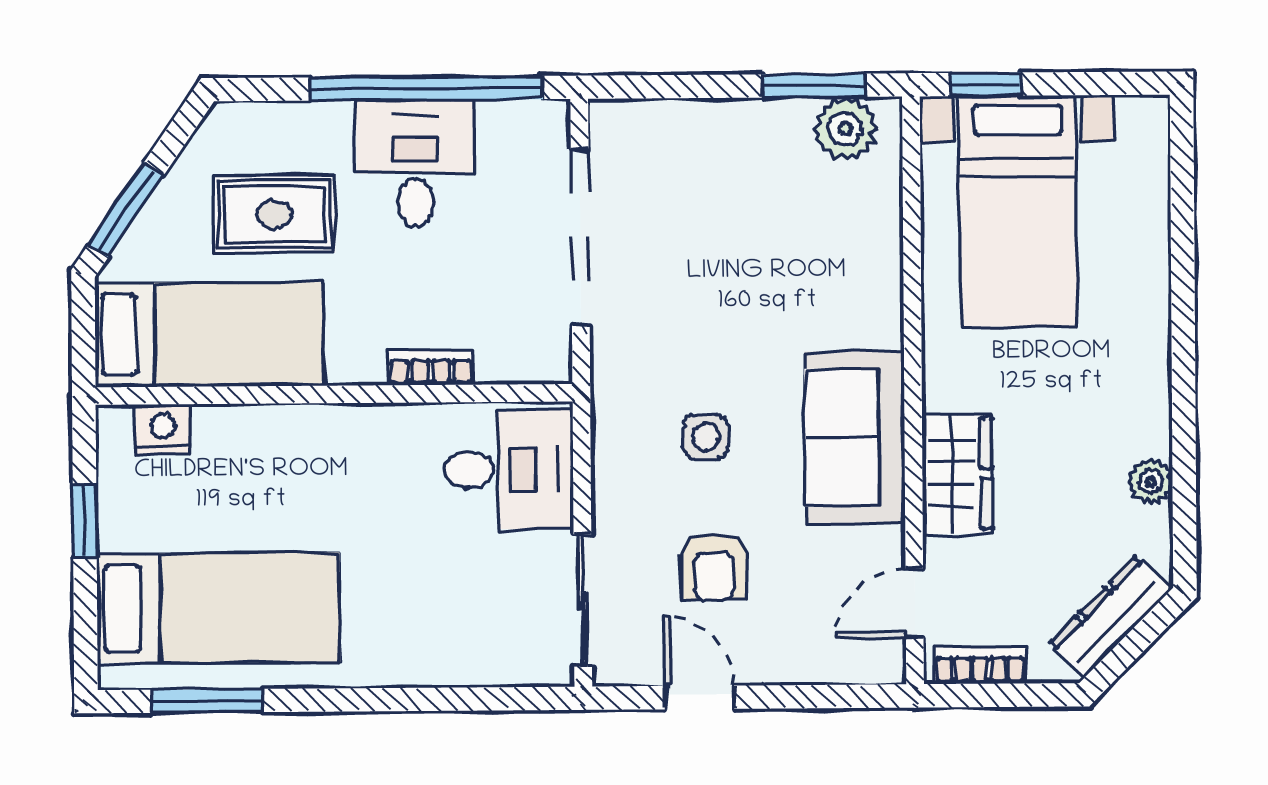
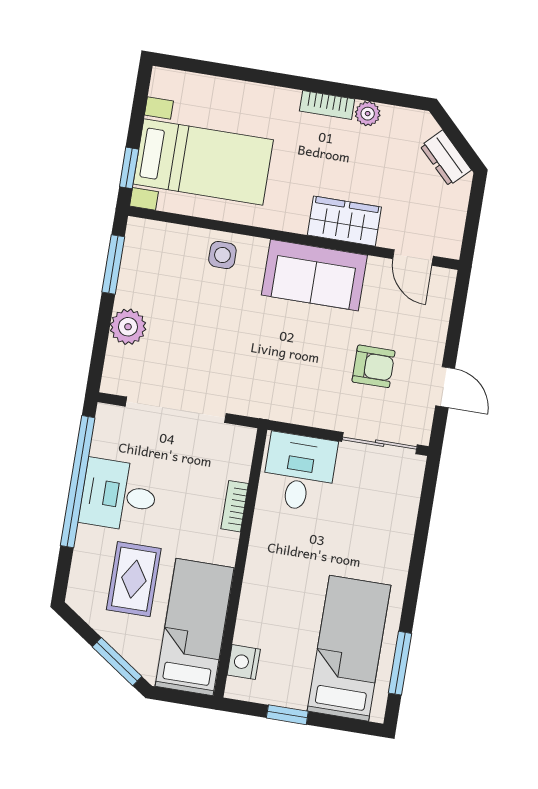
plant: (845, 129) -> (128, 327), moved
side table: (706, 437) -> (222, 255), moved
dresser: (1110, 617) -> (446, 158), width x0.70
bookcase: (980, 665) -> (327, 105), moved, turned -90
door: (699, 697) -> (445, 387), swing flipped

